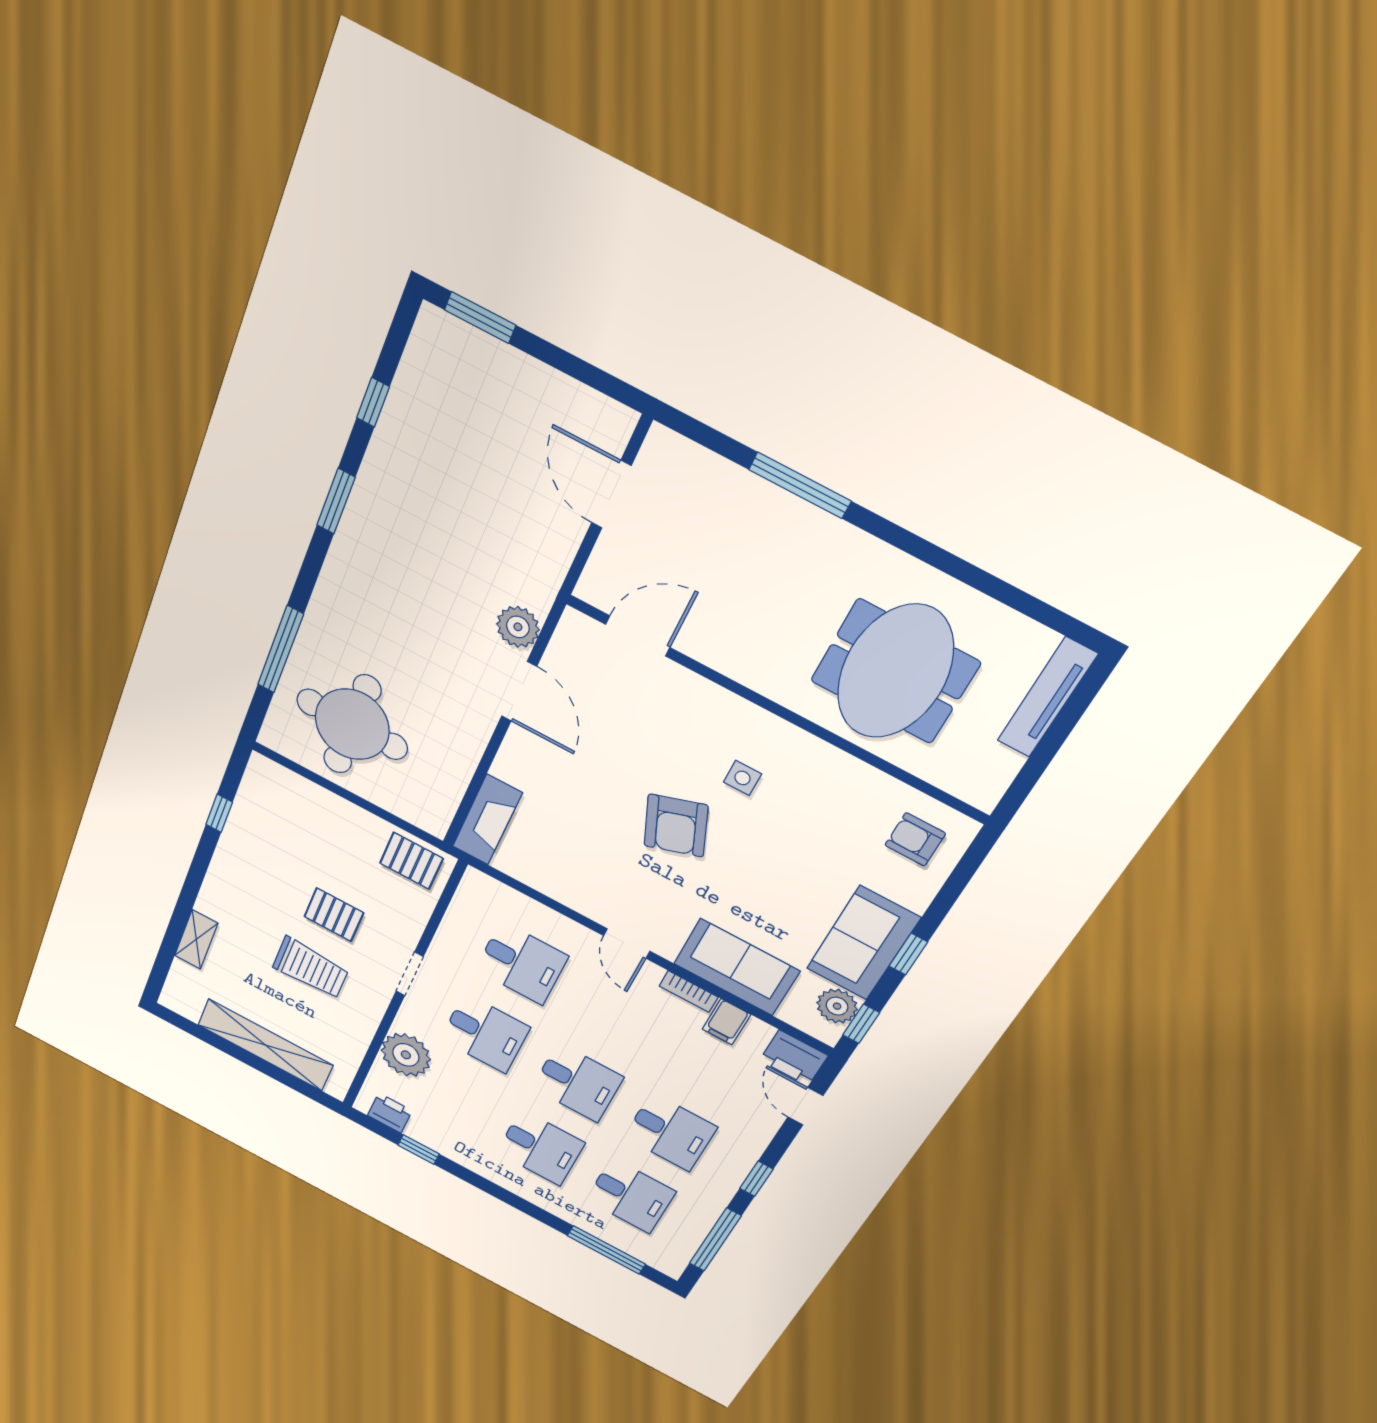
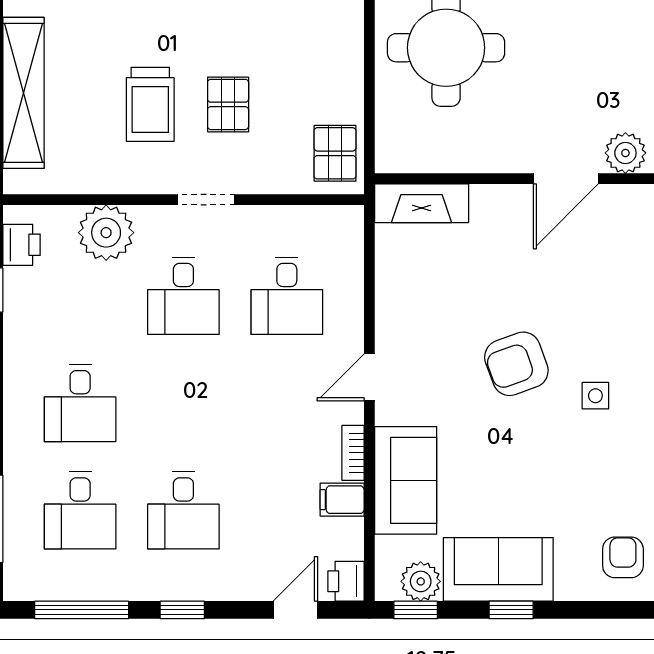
printer: (794, 1058) -> (346, 581), width x0.73, depth x0.81
desk: (578, 1083) -> (183, 403), removed

